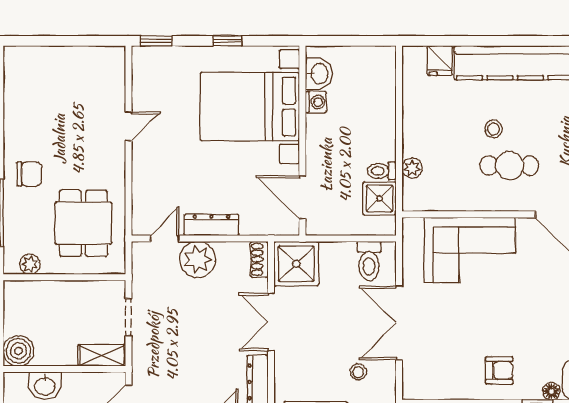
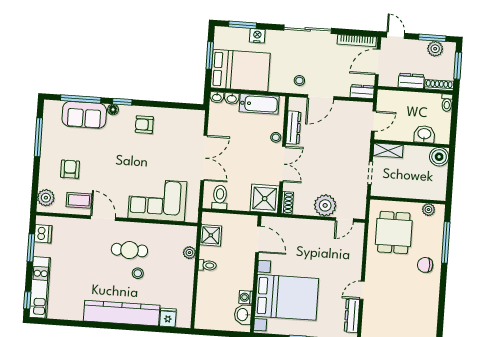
toilet: (382, 171) -> (207, 265), moved
dresser: (211, 225) -> (352, 316), moved, turned 90
stool: (358, 372) -> (276, 137), moved

